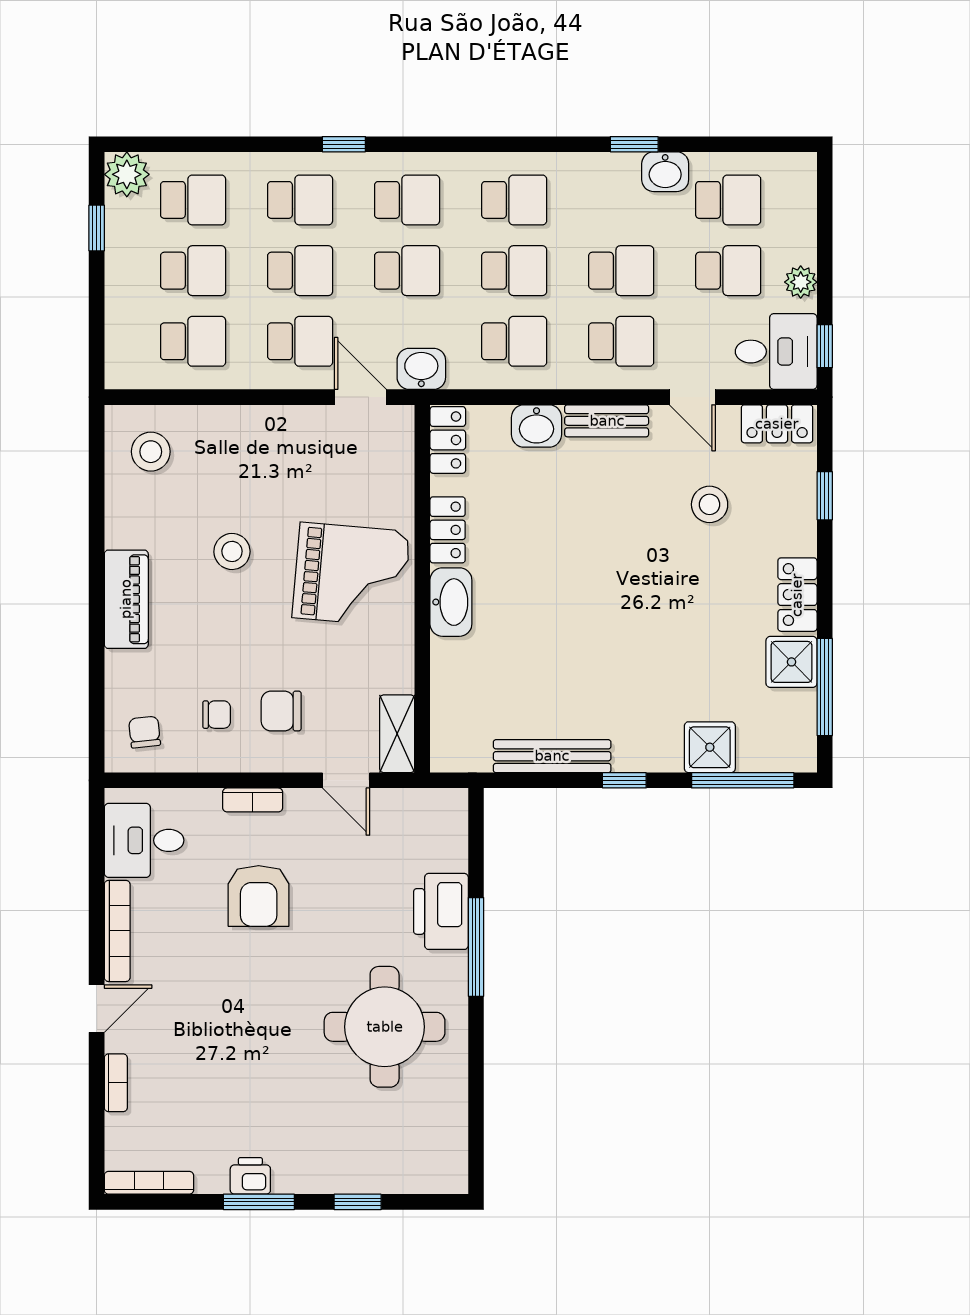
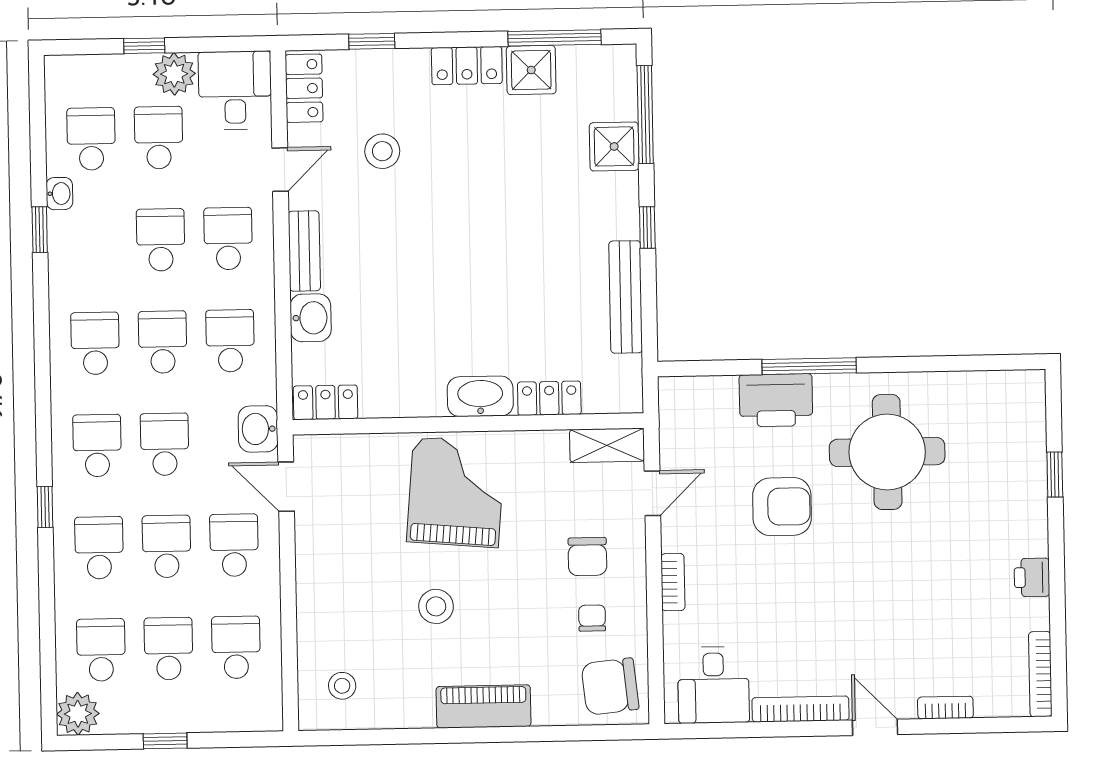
washbasin: (665, 172) -> (59, 194), width x0.72, depth x0.69
window: (97, 228) -> (165, 741), moved
plant: (801, 282) -> (174, 74), width x1.38, depth x1.38
window: (825, 346) -> (144, 46), moved
door: (360, 397) -> (286, 487), hinge flipped
stool: (151, 452) -> (342, 686), width x0.73, depth x0.73
locker: (448, 530) -> (549, 398), moved
chair: (145, 732) -> (610, 687), width x1.87, depth x1.87
armchair: (259, 896) -> (782, 507), moved
window: (259, 1202) -> (1057, 569), removed

